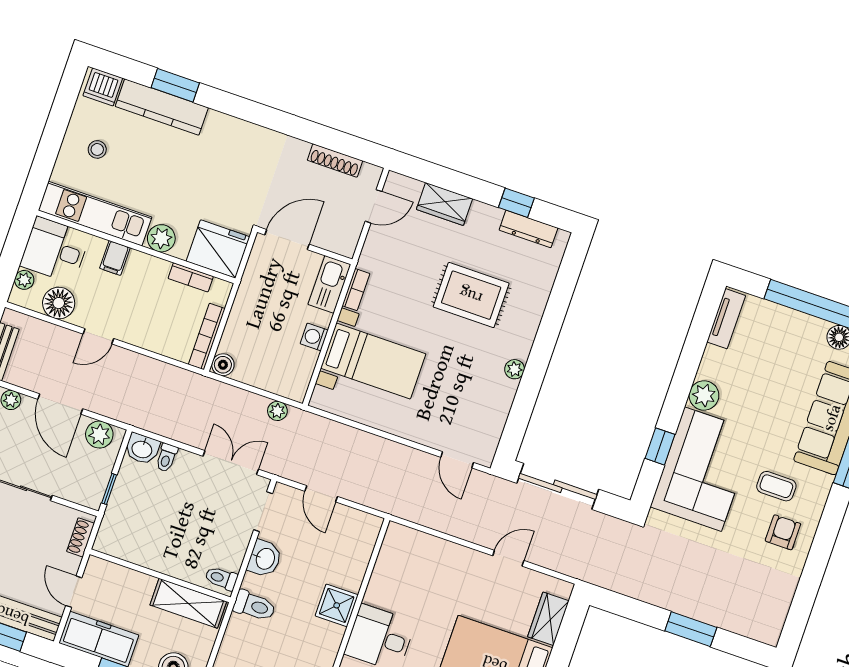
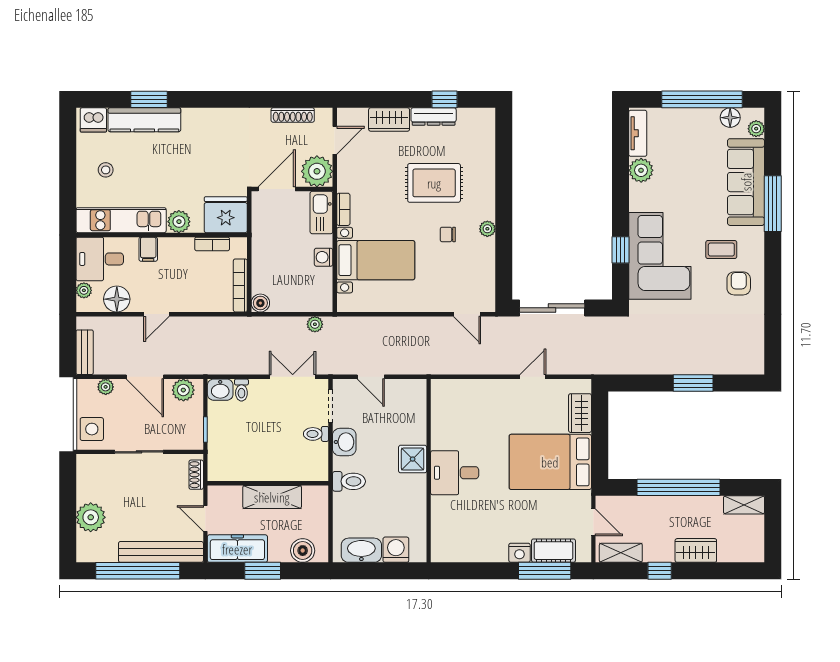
dresser: (528, 229) -> (434, 116), moved
plant: (341, 235) -> (317, 171), added
chair: (467, 360) -> (448, 234), added
plant: (704, 395) -> (641, 170), moved
toilet: (221, 578) -> (316, 434), moved
shelving: (188, 603) -> (272, 497), moved

